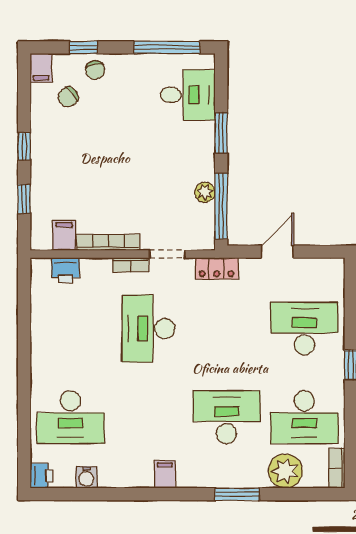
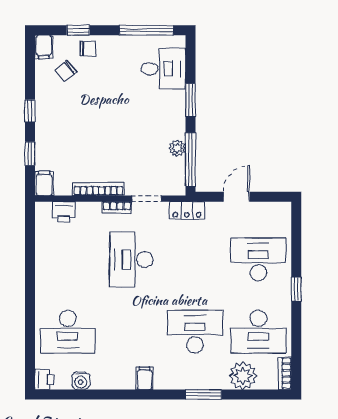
chair: (95, 70) -> (88, 49), turned -80
filing cabinet: (64, 235) -> (44, 183), moved

